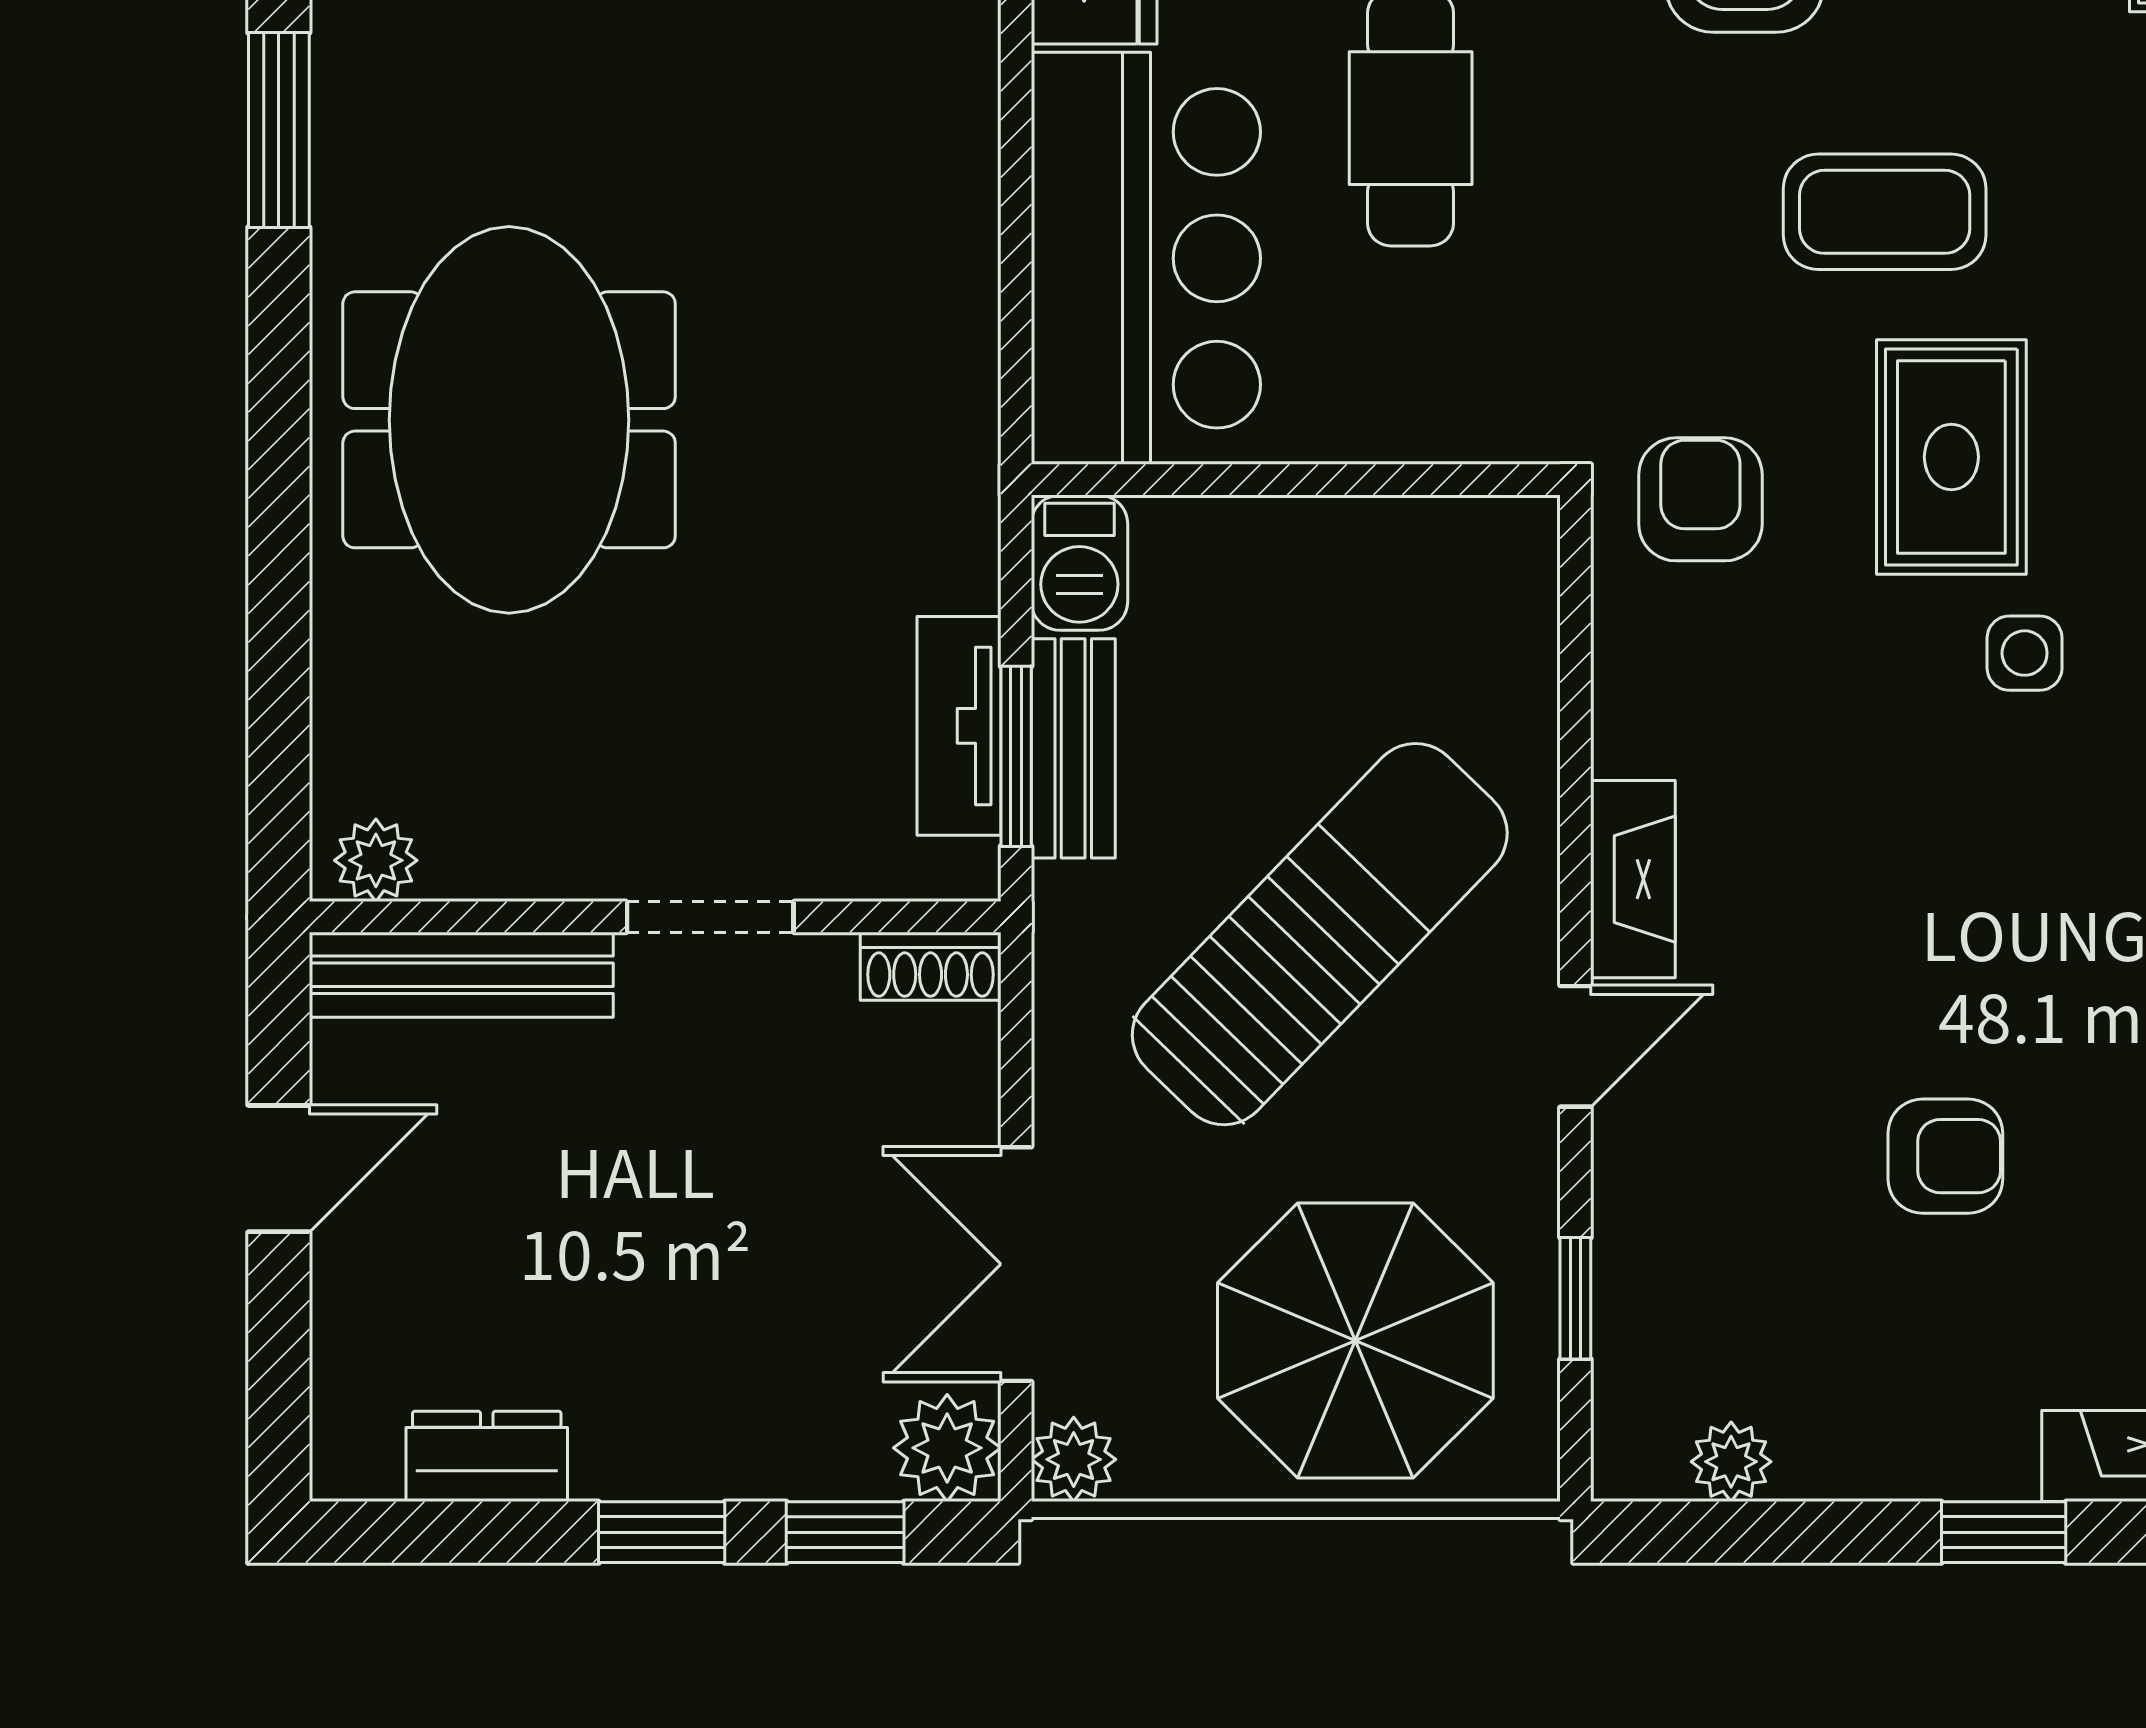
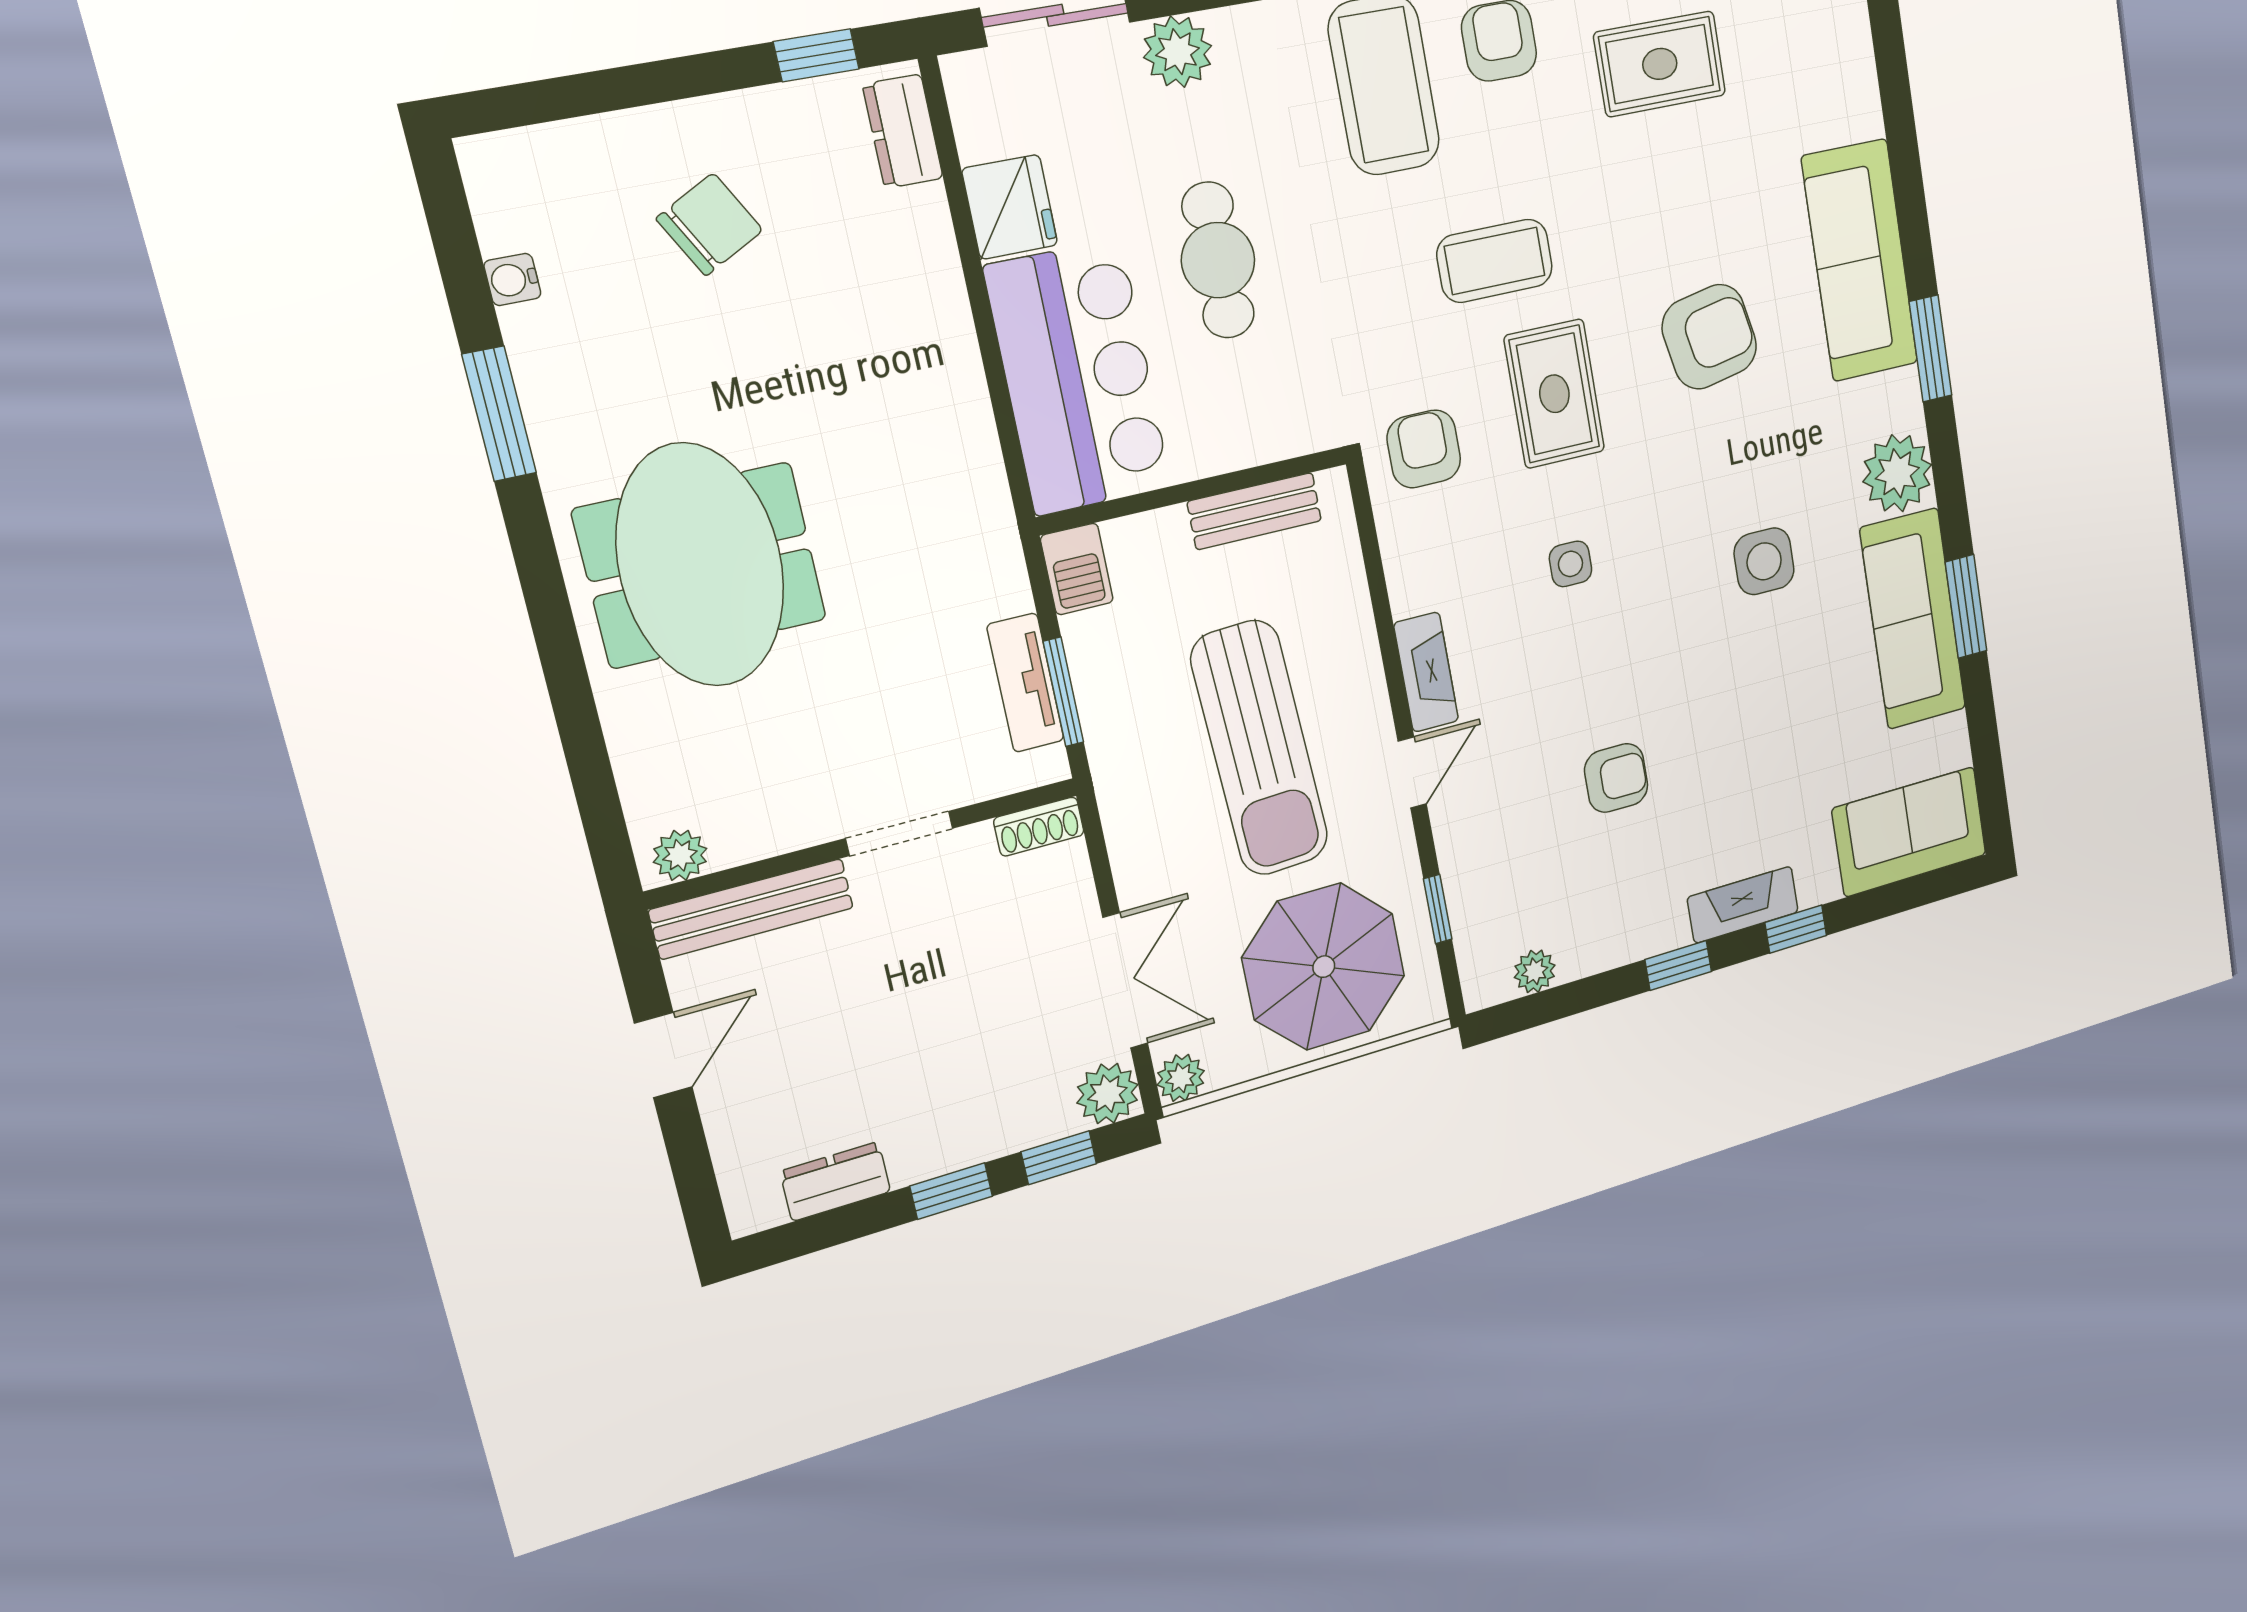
side table: (2025, 653) -> (1571, 564), moved
bench: (1073, 748) -> (1255, 511), moved, turned 90
sun lounger: (1320, 934) -> (1260, 748), turned 133
double door: (1016, 1264) -> (1125, 981), swing flipped

